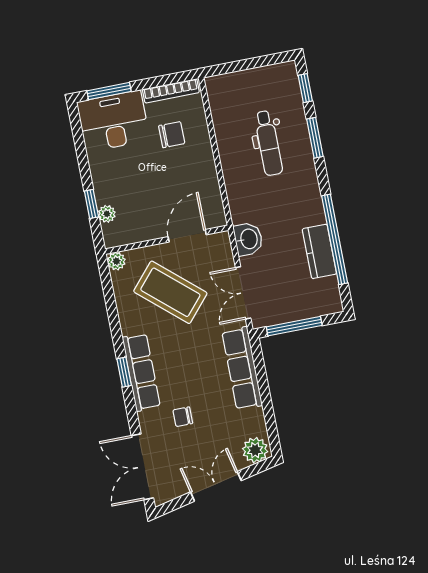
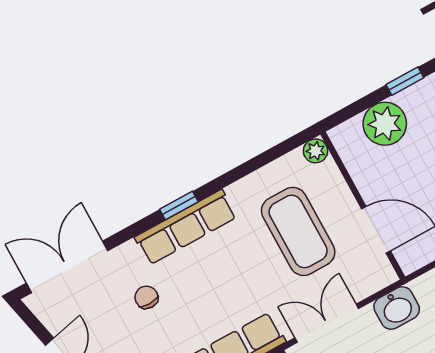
window: (91, 204) -> (405, 81), moved
plant: (107, 214) -> (385, 124), width x1.87, depth x1.87
coffee table: (170, 292) -> (298, 231), turned -41

